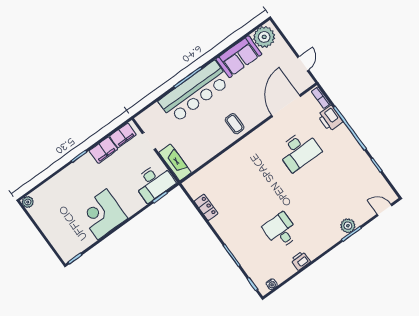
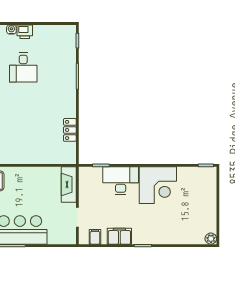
filing cabinet: (123, 135) -> (95, 237), width x0.50
desk: (154, 182) -> (121, 181), moved
water cooler: (272, 284) -> (11, 29), moved

